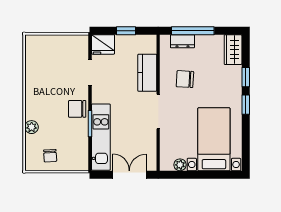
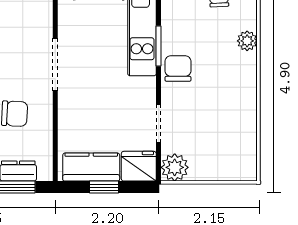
plant: (79, 44) -> (175, 167), added
kitchen counter: (147, 73) -> (91, 167), moved, turned -90
chair: (77, 109) -> (178, 68), turned -90

